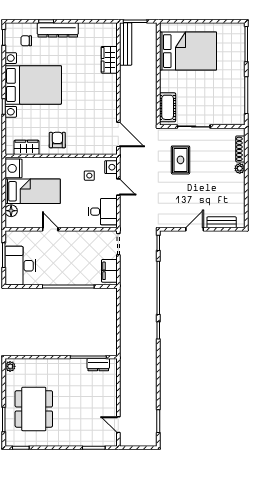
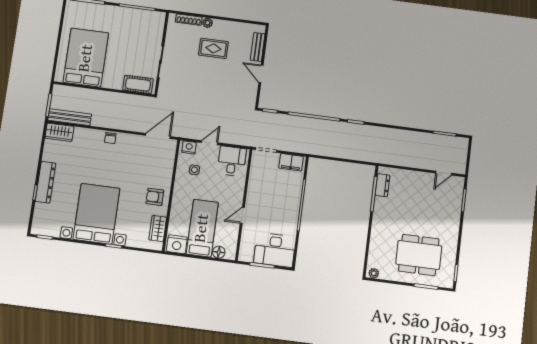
chair: (26, 41) -> (110, 138), moved
wardrobe: (109, 60) -> (59, 132), moved
rug: (180, 160) -> (213, 48), moved

